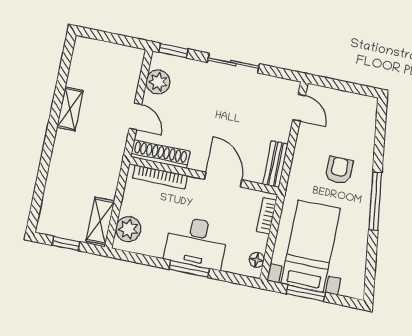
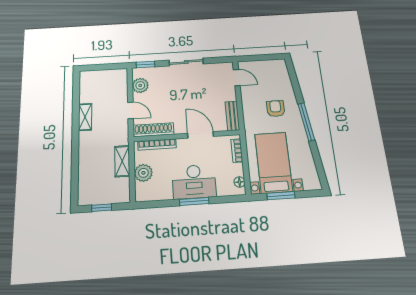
shelving: (100, 221) -> (122, 161), moved
plant: (128, 229) -> (143, 173), moved

